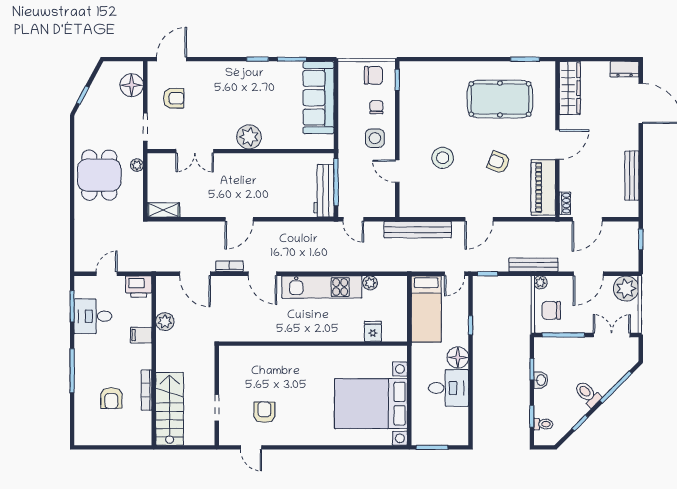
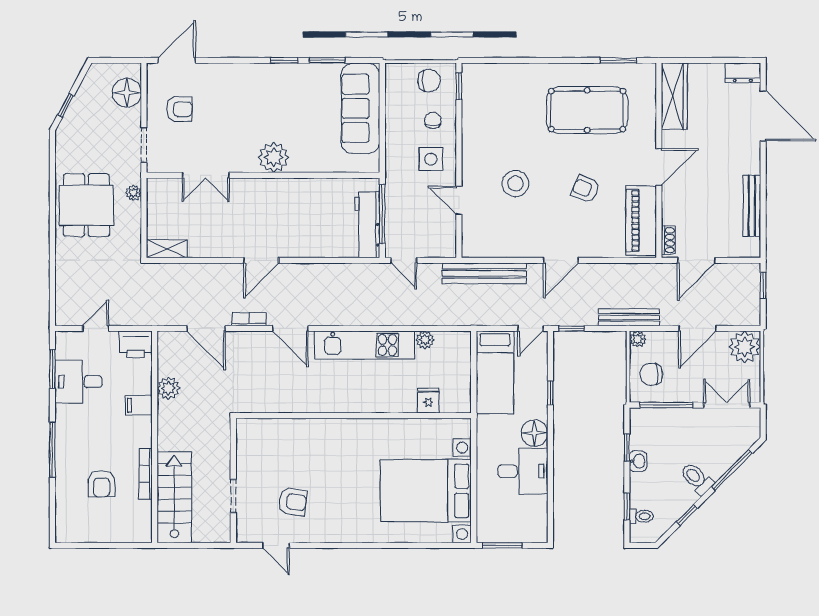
armchair: (264, 412) -> (293, 502), turned 98

